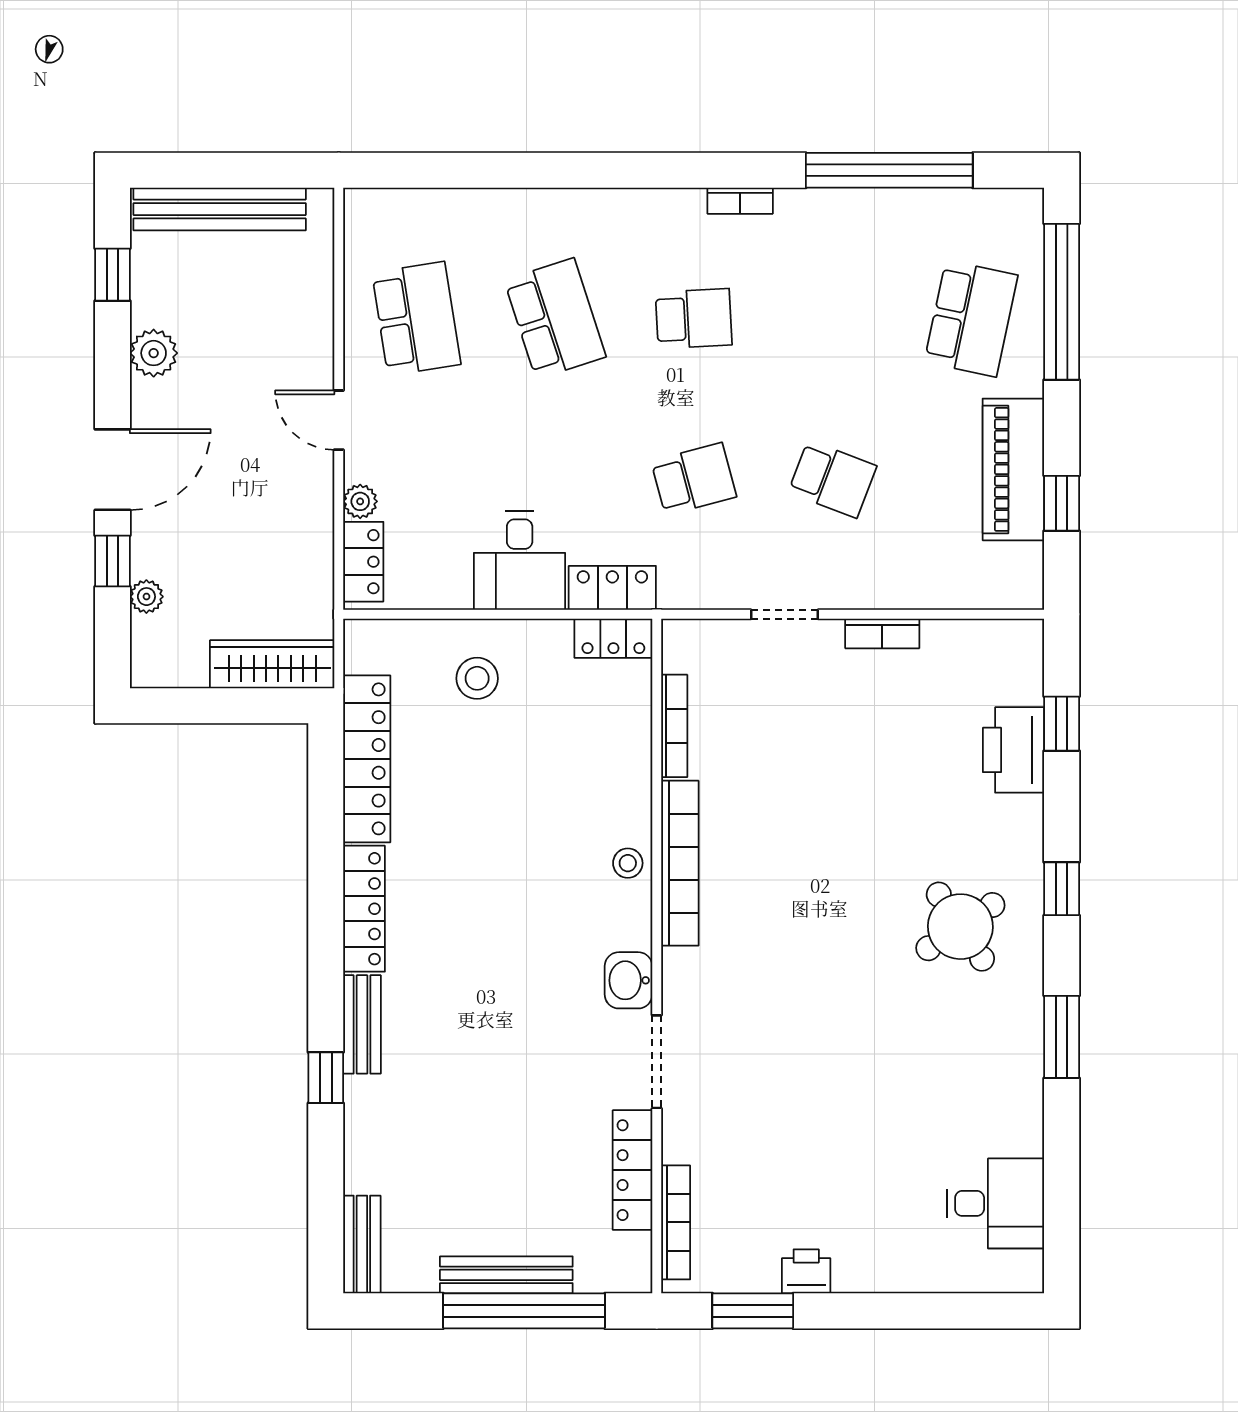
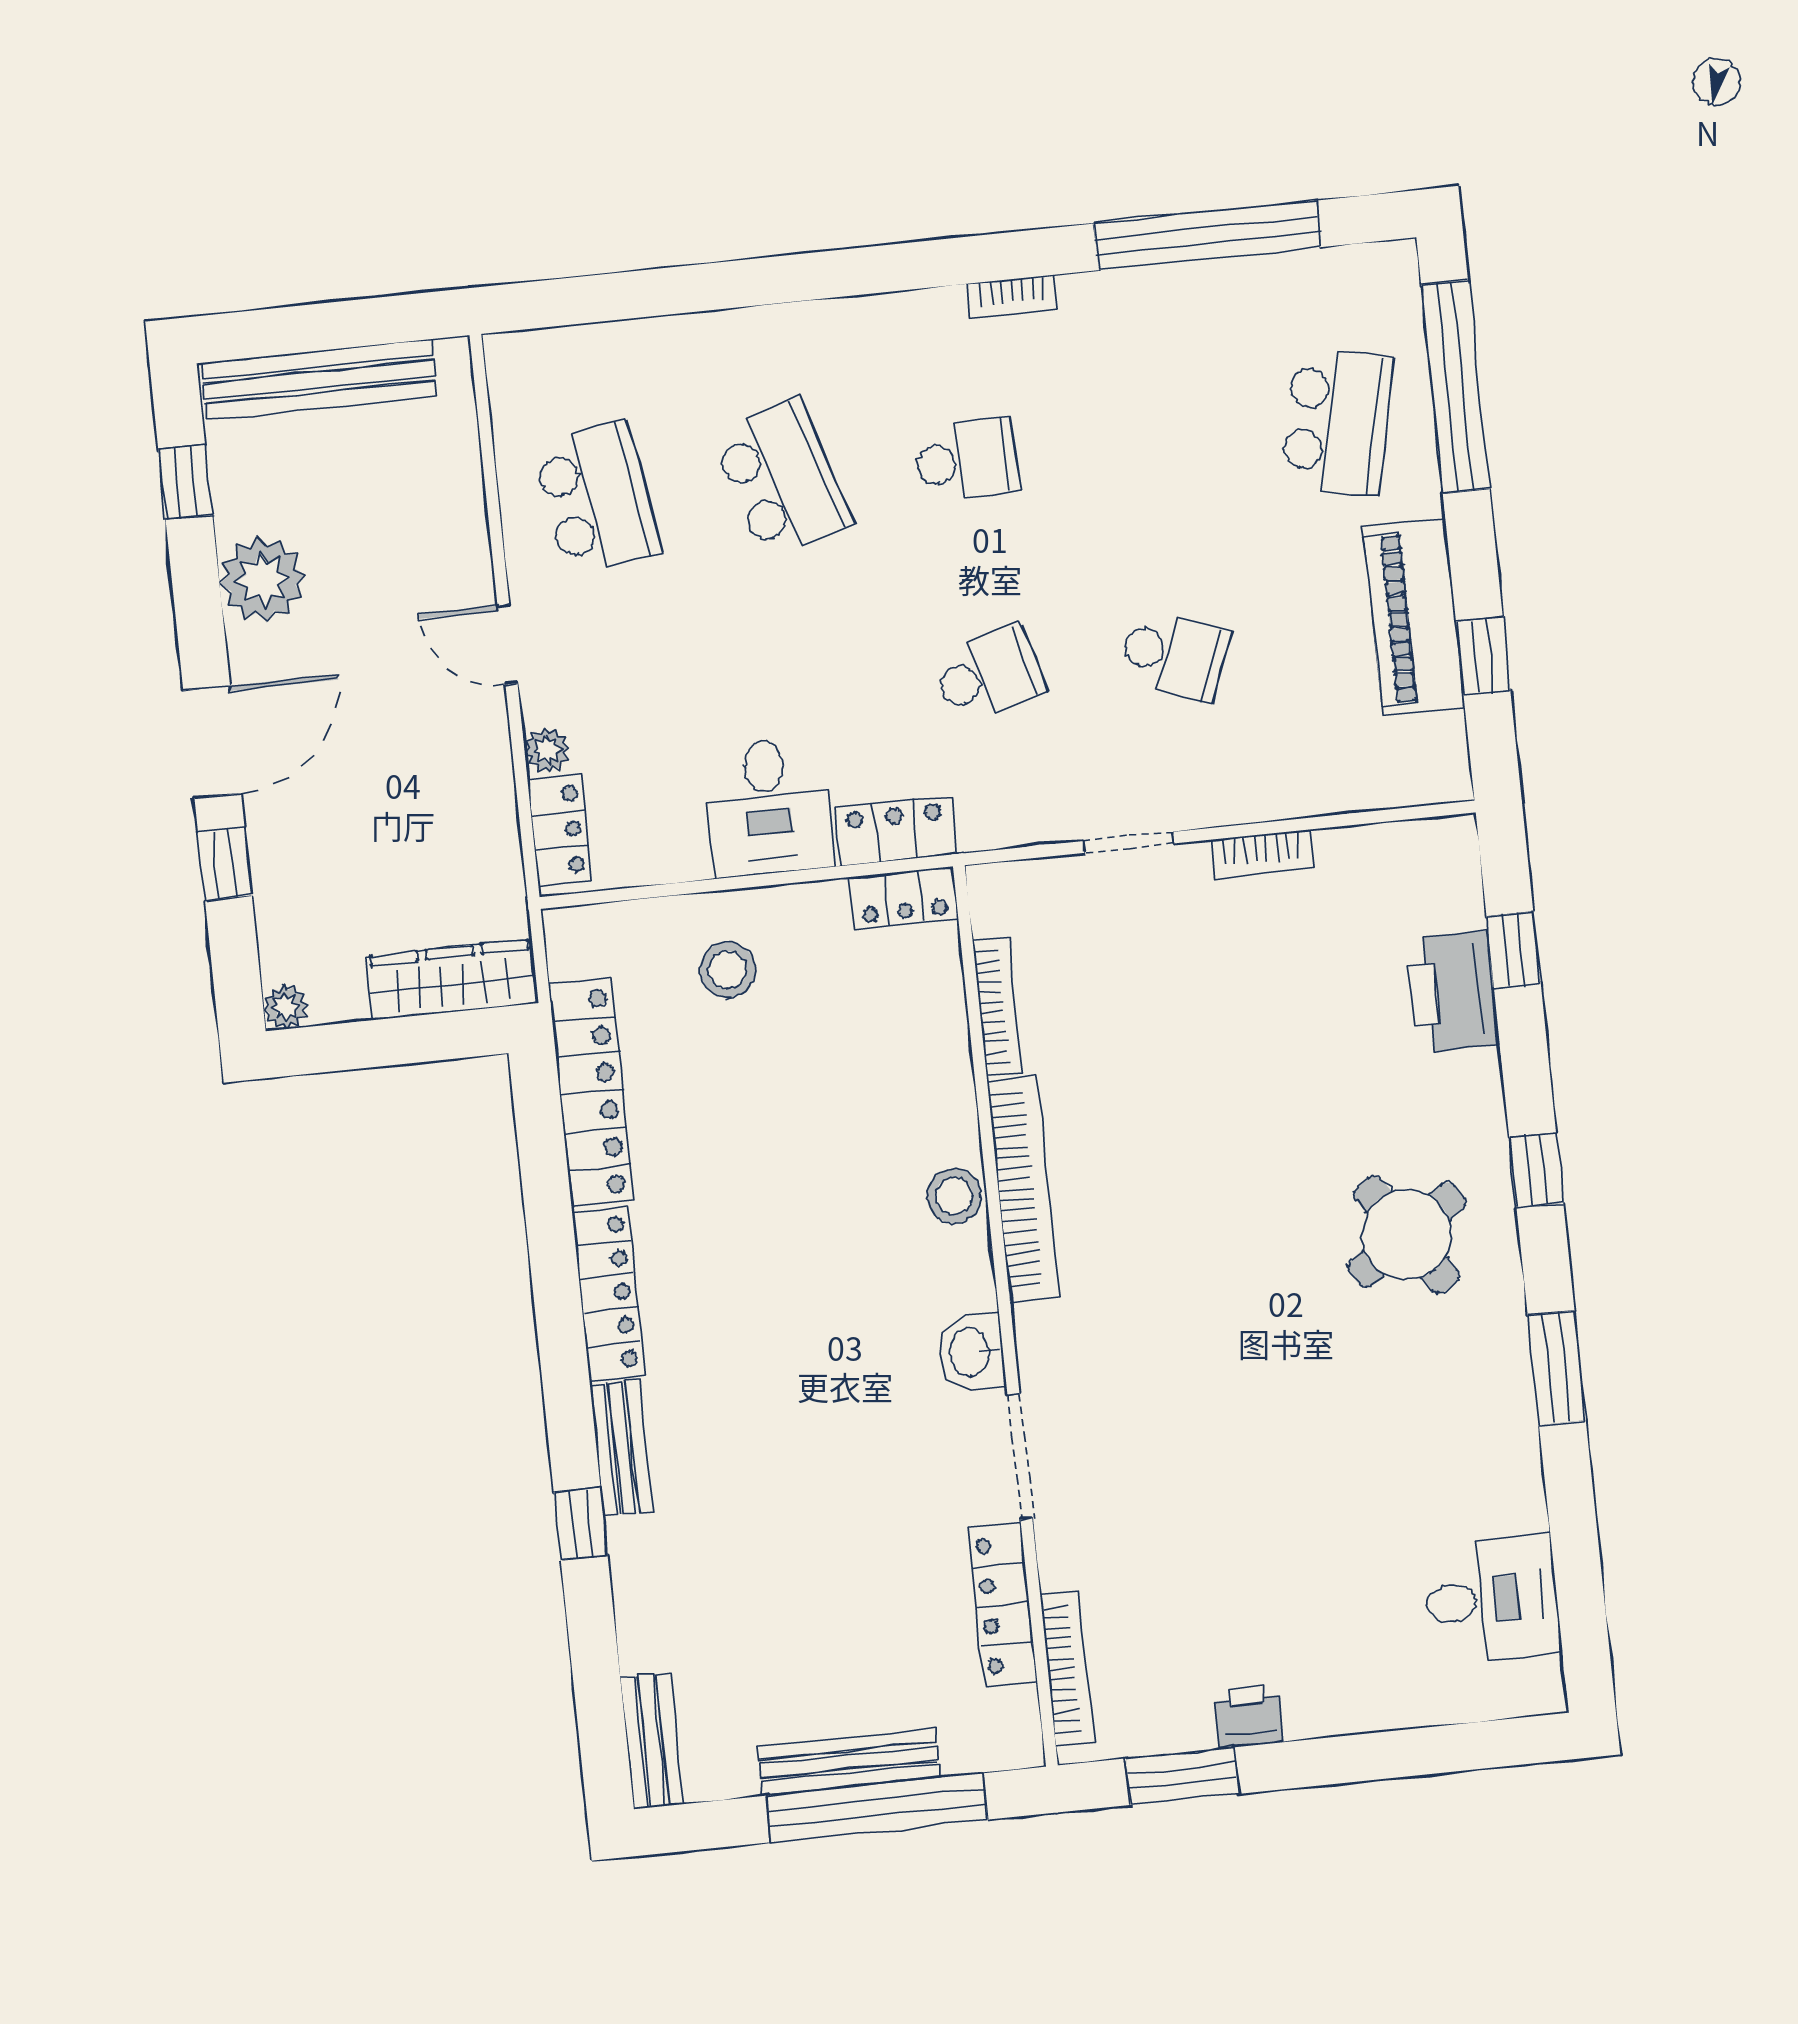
plant: (154, 353) -> (262, 580), width x1.36, depth x1.36
plant: (146, 597) -> (285, 1007), moved
stool: (628, 863) -> (954, 1196), width x1.37, depth x1.37

